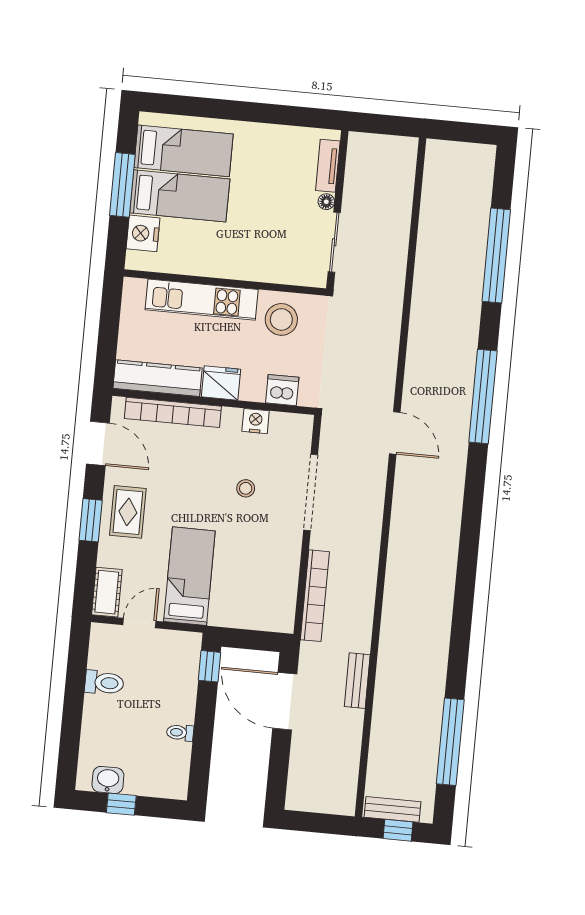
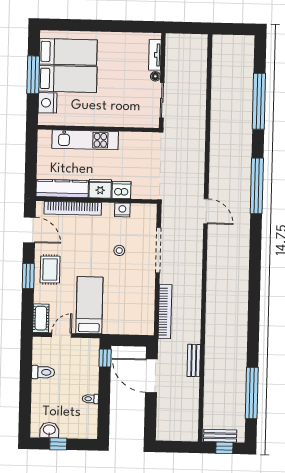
stool: (281, 319) -> (133, 148), removed
dishwasher: (282, 390) -> (121, 190), moved

